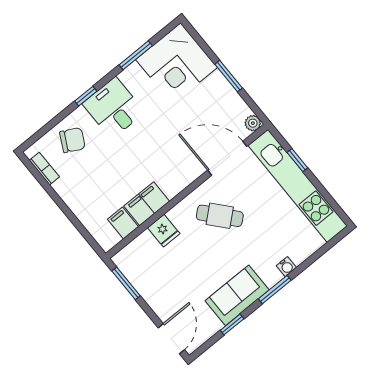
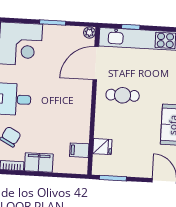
filing cabinet: (147, 204) -> (39, 162), moved, turned 90
cafe table: (220, 216) -> (123, 95), turned 41
fridge: (164, 231) -> (102, 147), moved

